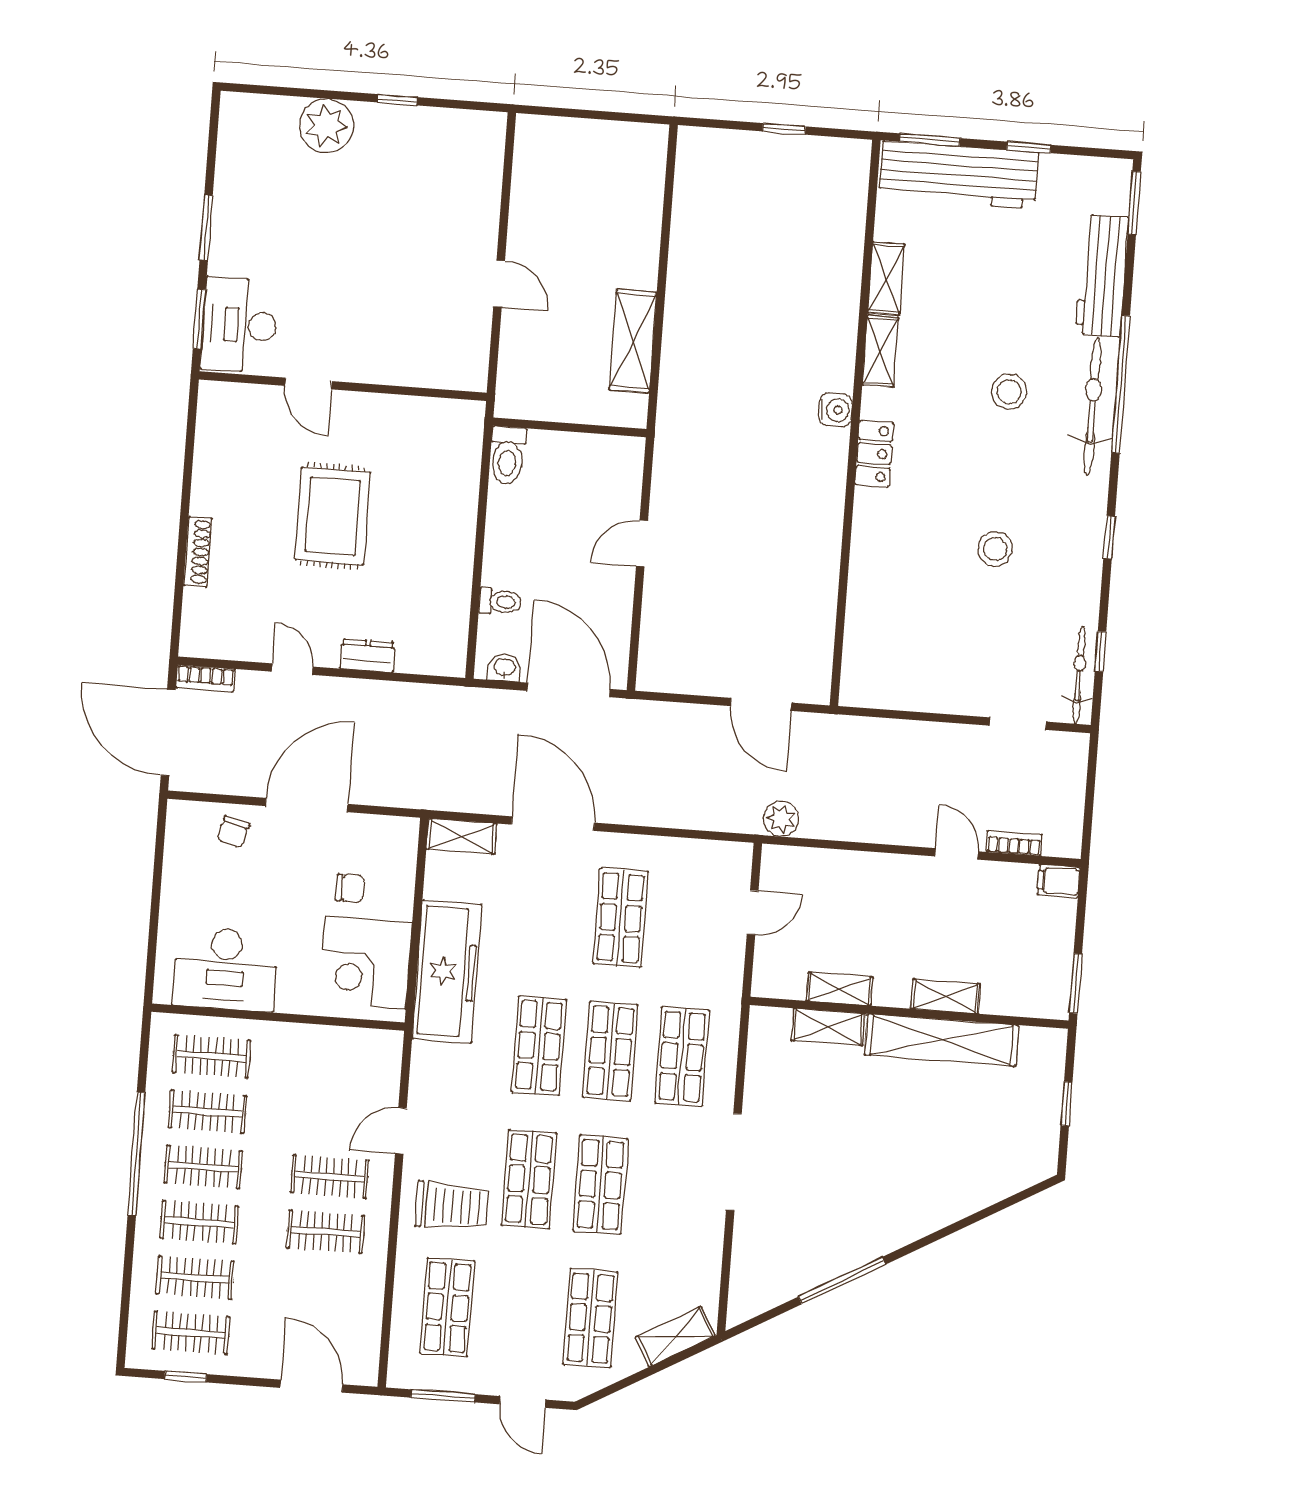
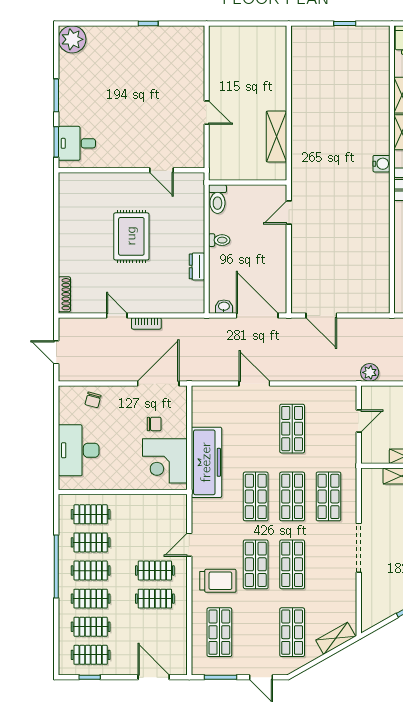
plant: (326, 126) -> (72, 39), moved
desk: (239, 325) -> (77, 143), width x0.73
door: (309, 383) -> (162, 170), moved
door: (642, 544) -> (289, 213), moved
shoe rack: (198, 552) -> (64, 294), moved
toilet: (500, 602) -> (219, 240), moved
dresser: (367, 656) -> (197, 266), moved, turned -90
bookcase: (205, 678) -> (146, 323), moved
door: (761, 704) -> (321, 315), moved
door: (168, 733) -> (56, 352), width x0.53
door: (307, 805) -> (158, 384), moved
door: (553, 824) -> (254, 384), width x0.73
shelving: (462, 836) -> (209, 393), removed
desk: (225, 969) -> (79, 450), moved, turned 90

